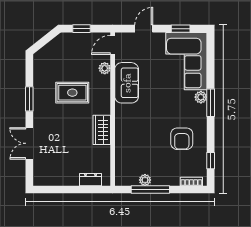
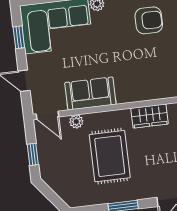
rug: (72, 93) -> (110, 156), width x1.36, depth x1.43

